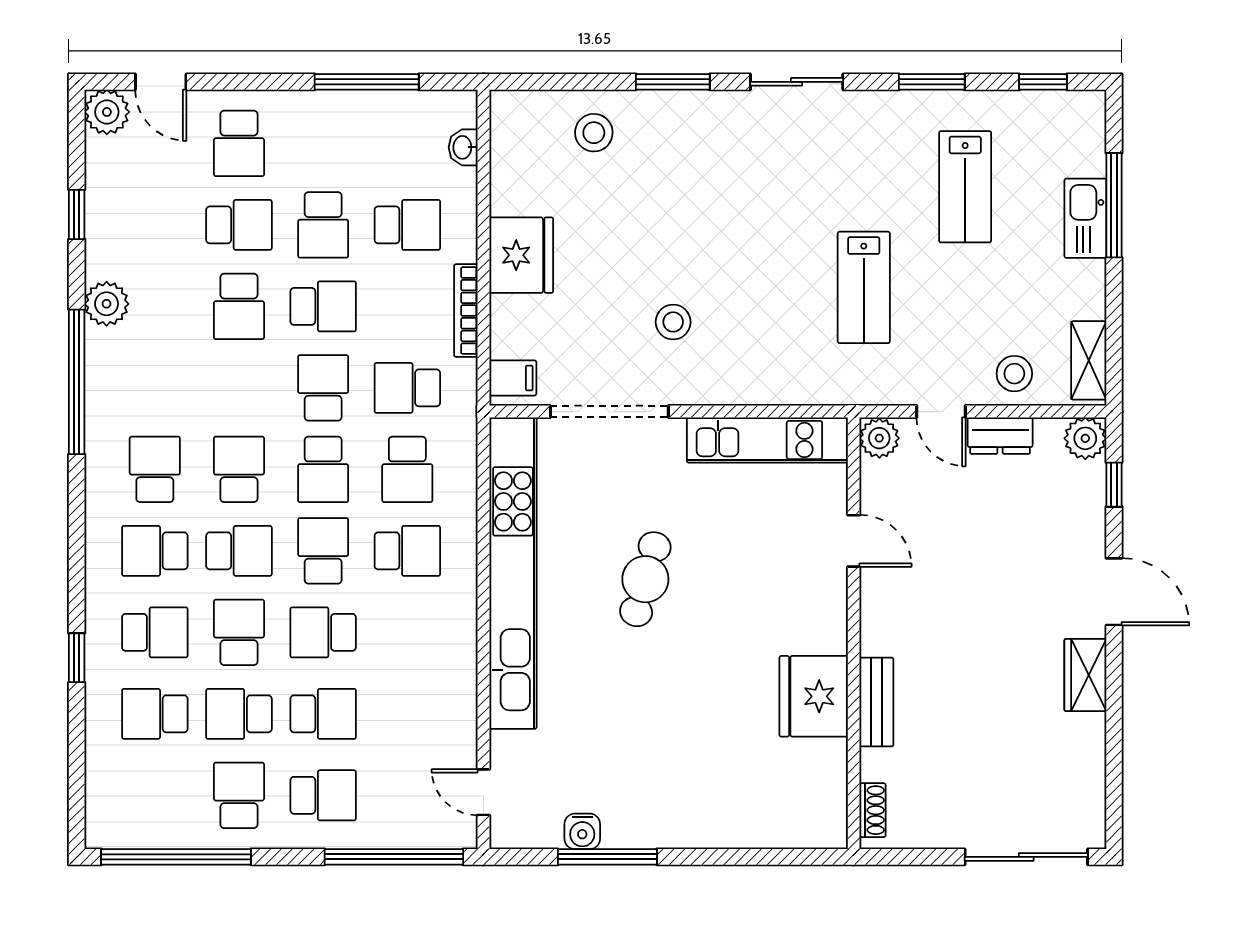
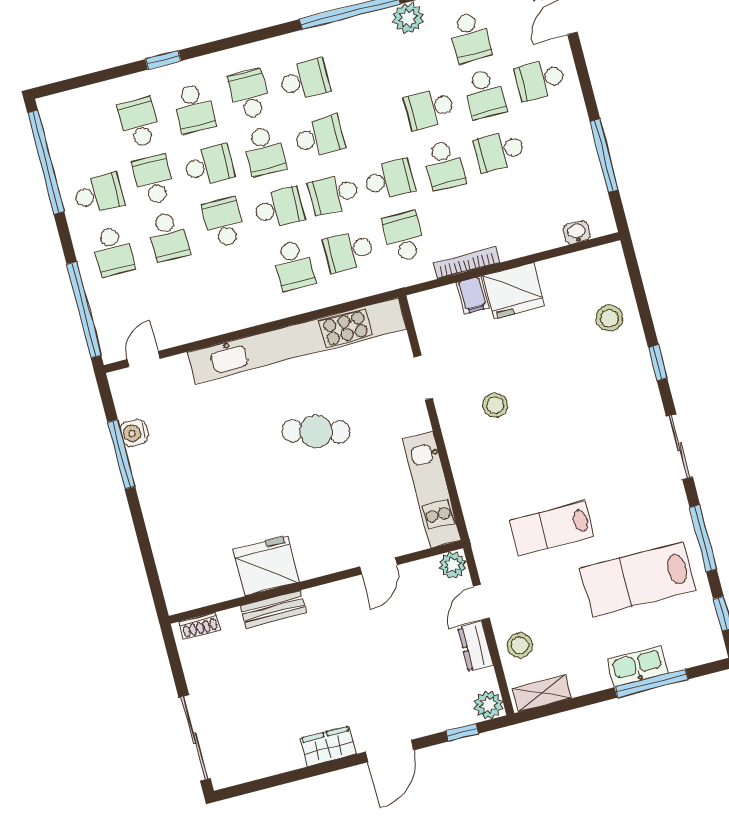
window: (673, 82) -> (658, 363), width x0.67
window: (932, 82) -> (703, 538), width x1.44
lab bench: (965, 187) -> (638, 579), width x1.36, depth x1.39
school desk: (407, 225) -> (470, 37), moved
filing cabinet: (513, 378) -> (473, 295), moved
doorway: (609, 412) -> (423, 378), width x0.53

